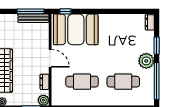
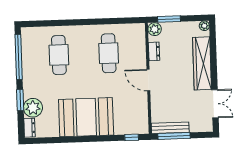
booth: (76, 29) -> (86, 117), moved
plant: (146, 61) -> (33, 108), moved
cafe table: (82, 82) -> (109, 53), turned 90
cafe table: (123, 82) -> (59, 55), turned 90

